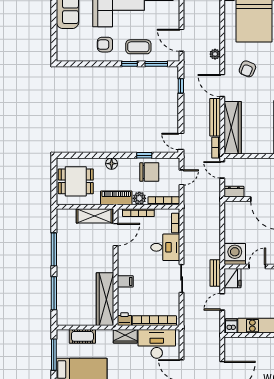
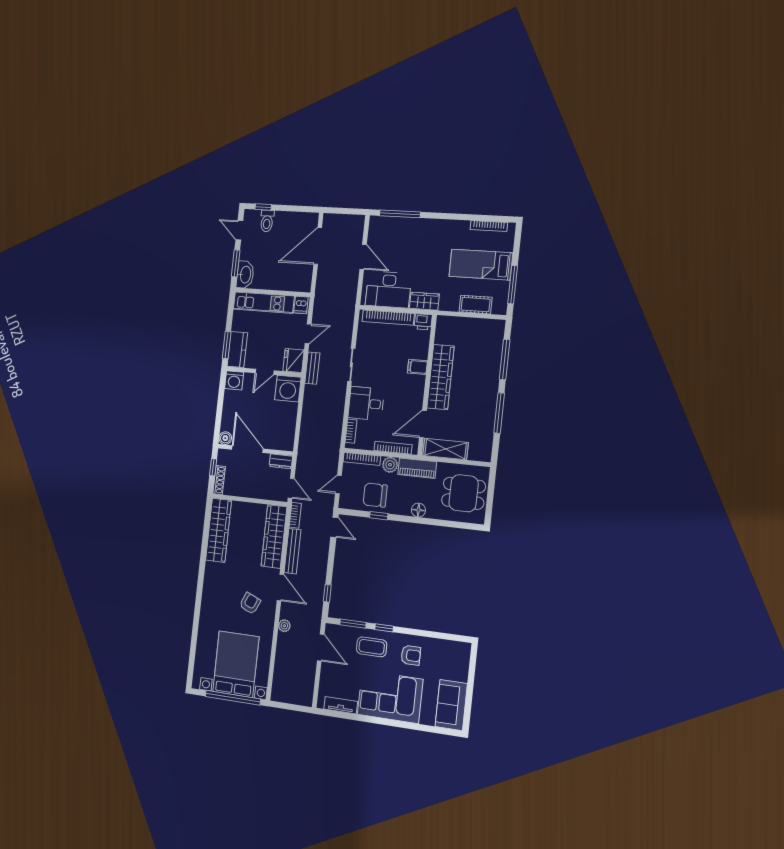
wardrobe: (105, 299) -> (440, 377), moved

